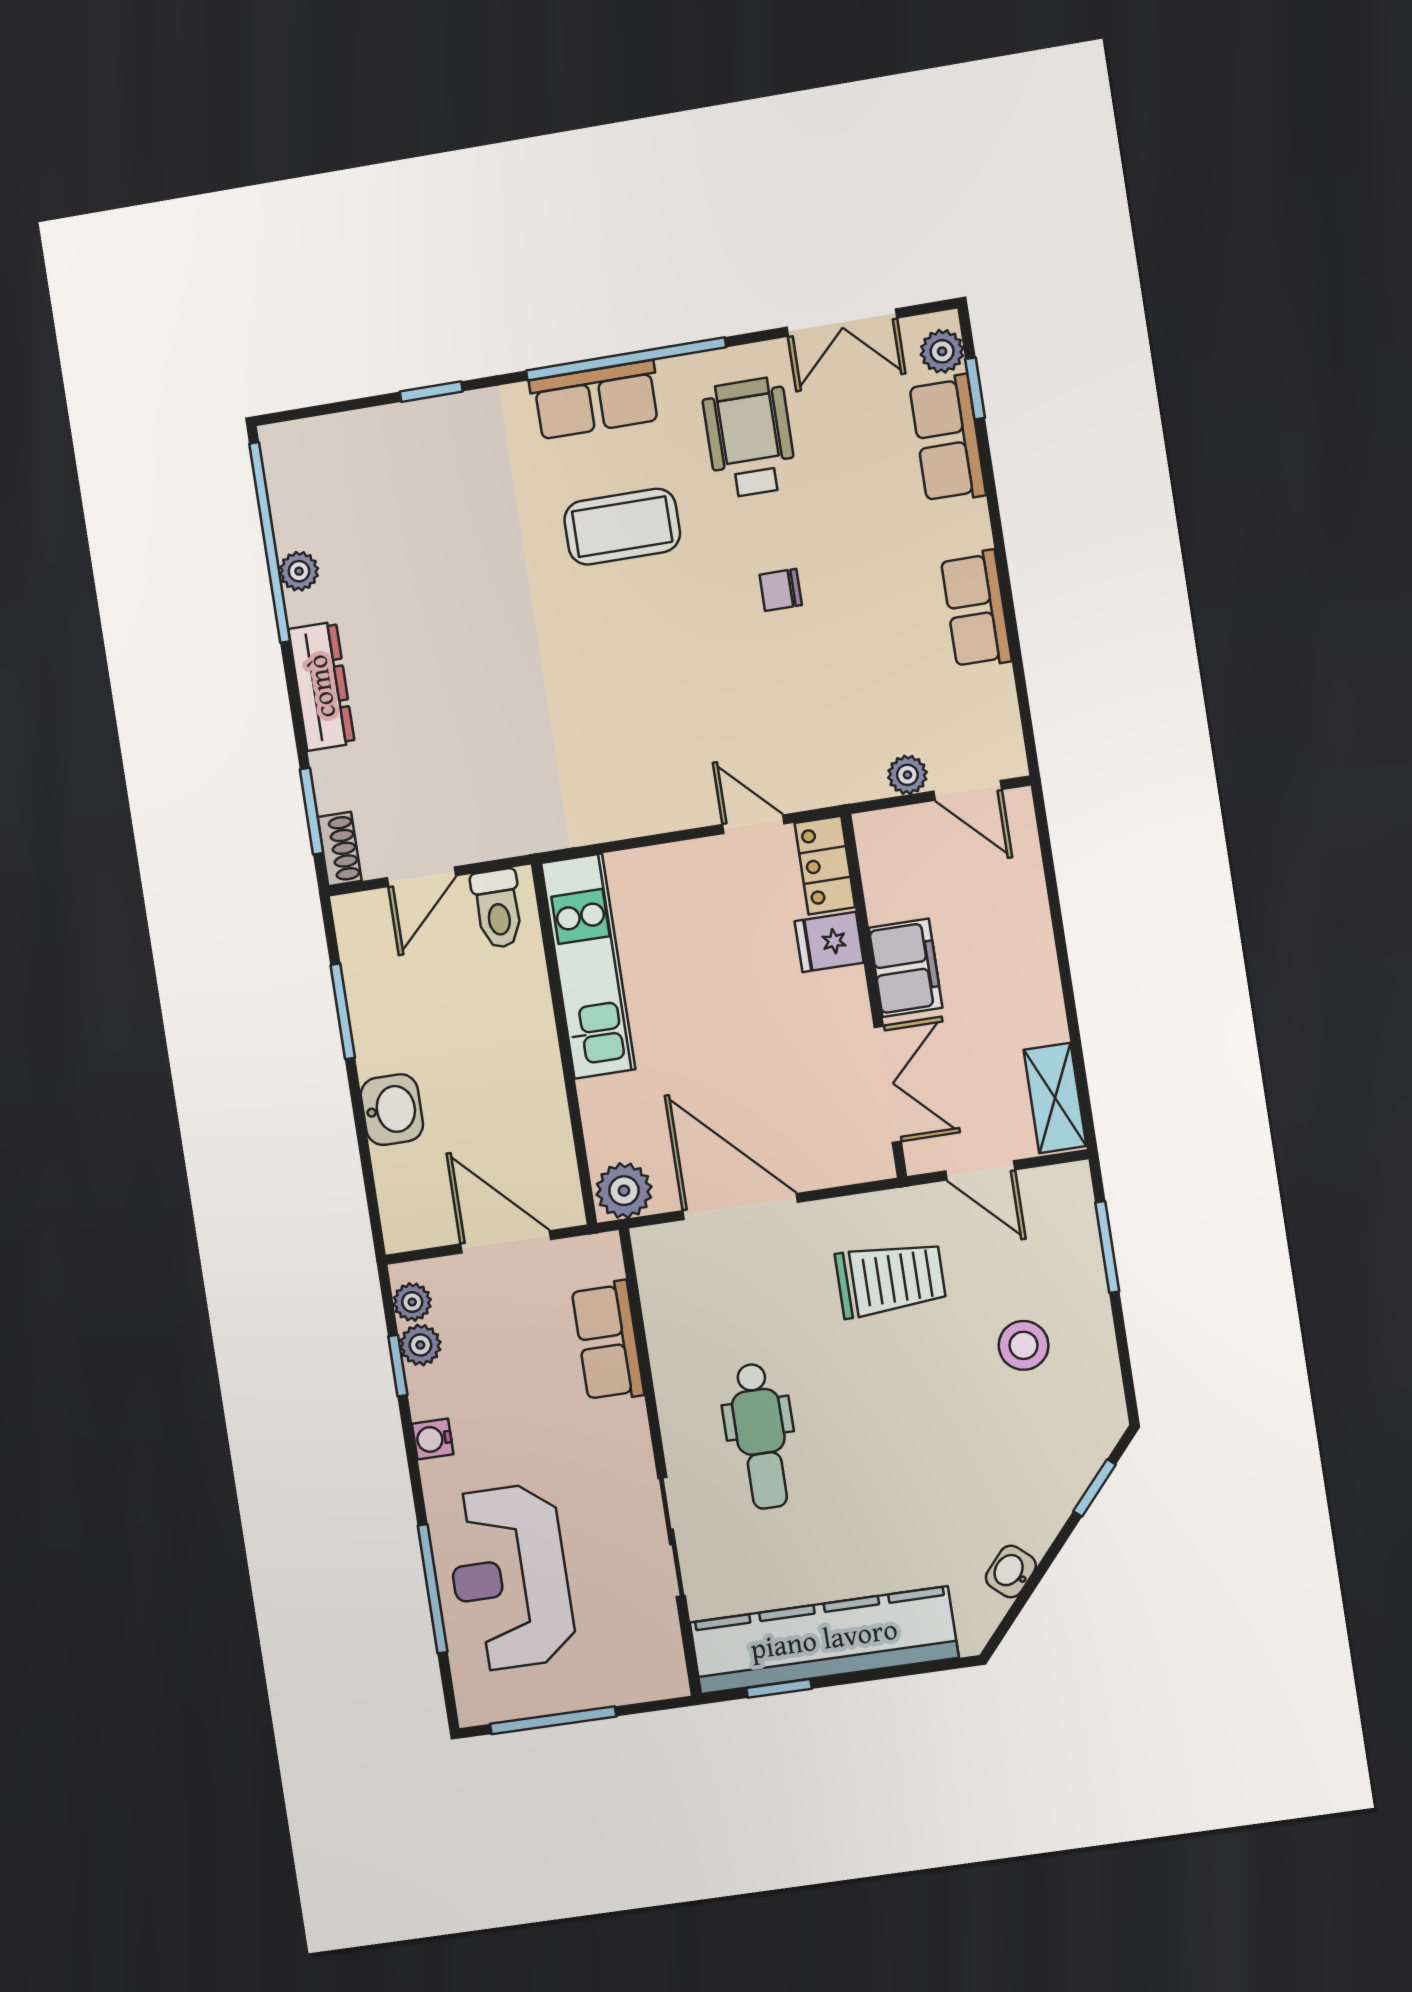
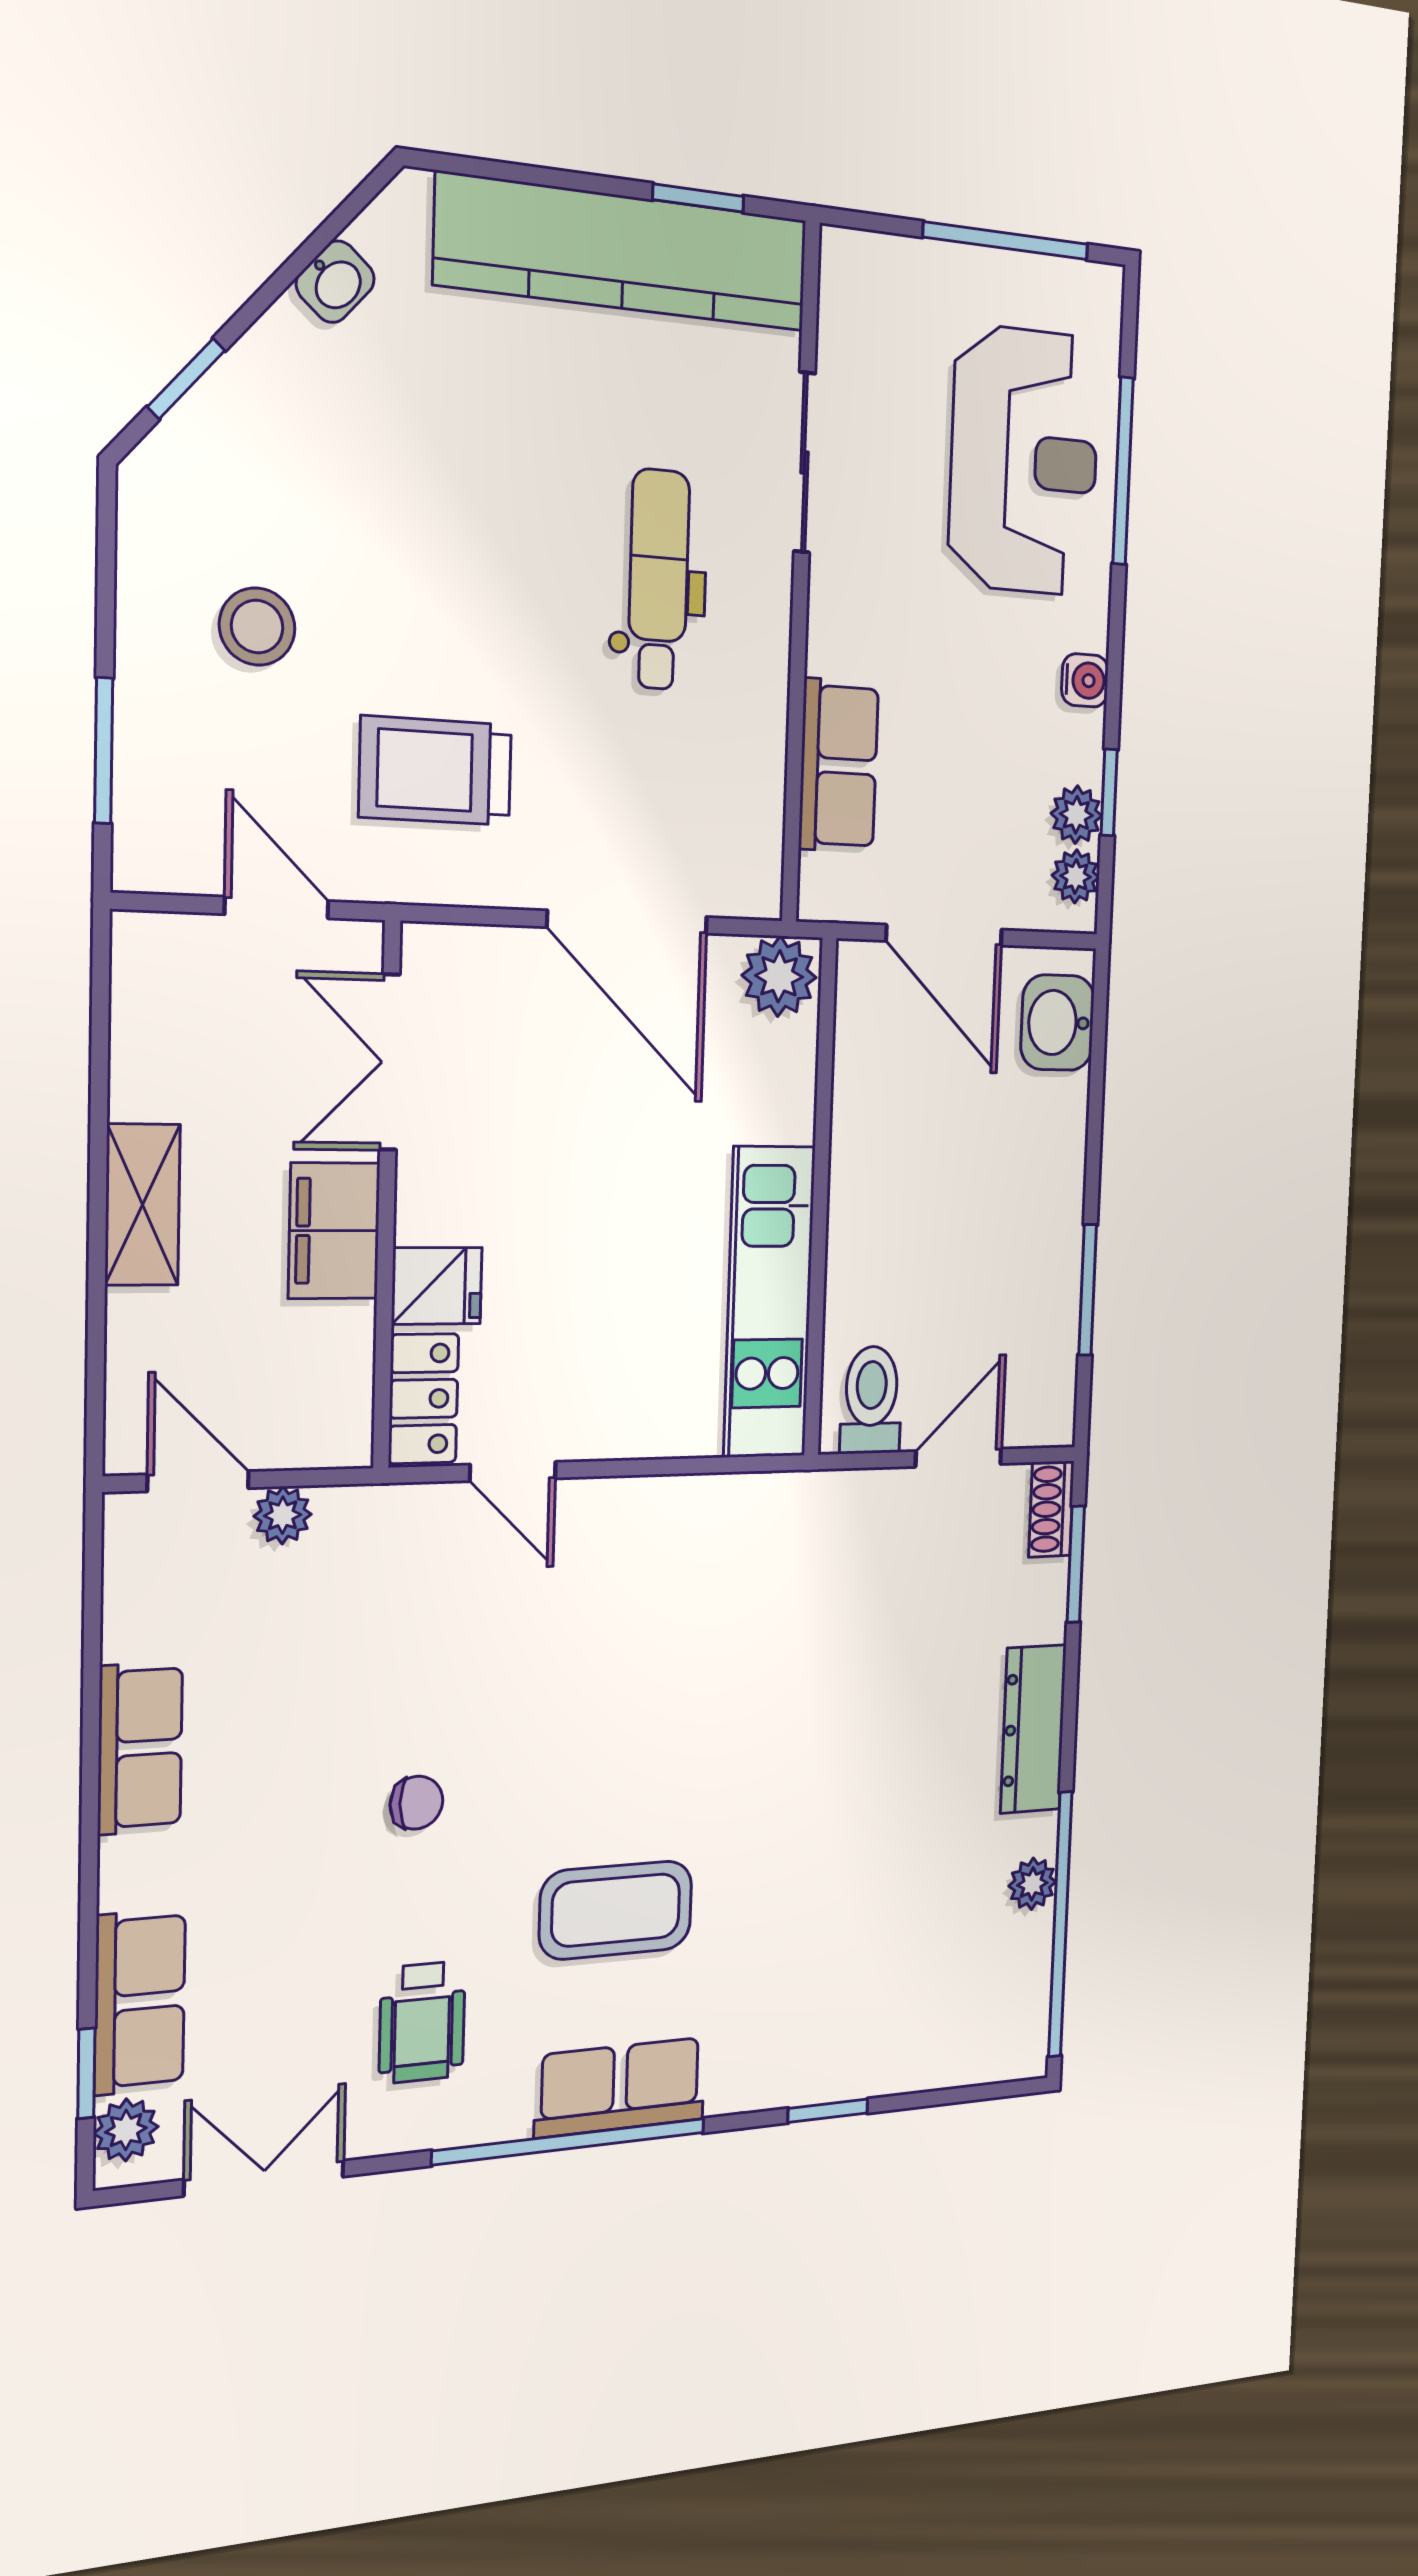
wheelchair: (749, 438) -> (422, 2022), width x0.73, depth x0.73
shelving: (1055, 1098) -> (142, 1205), moved
washbasin: (392, 1110) -> (1058, 1023), moved

